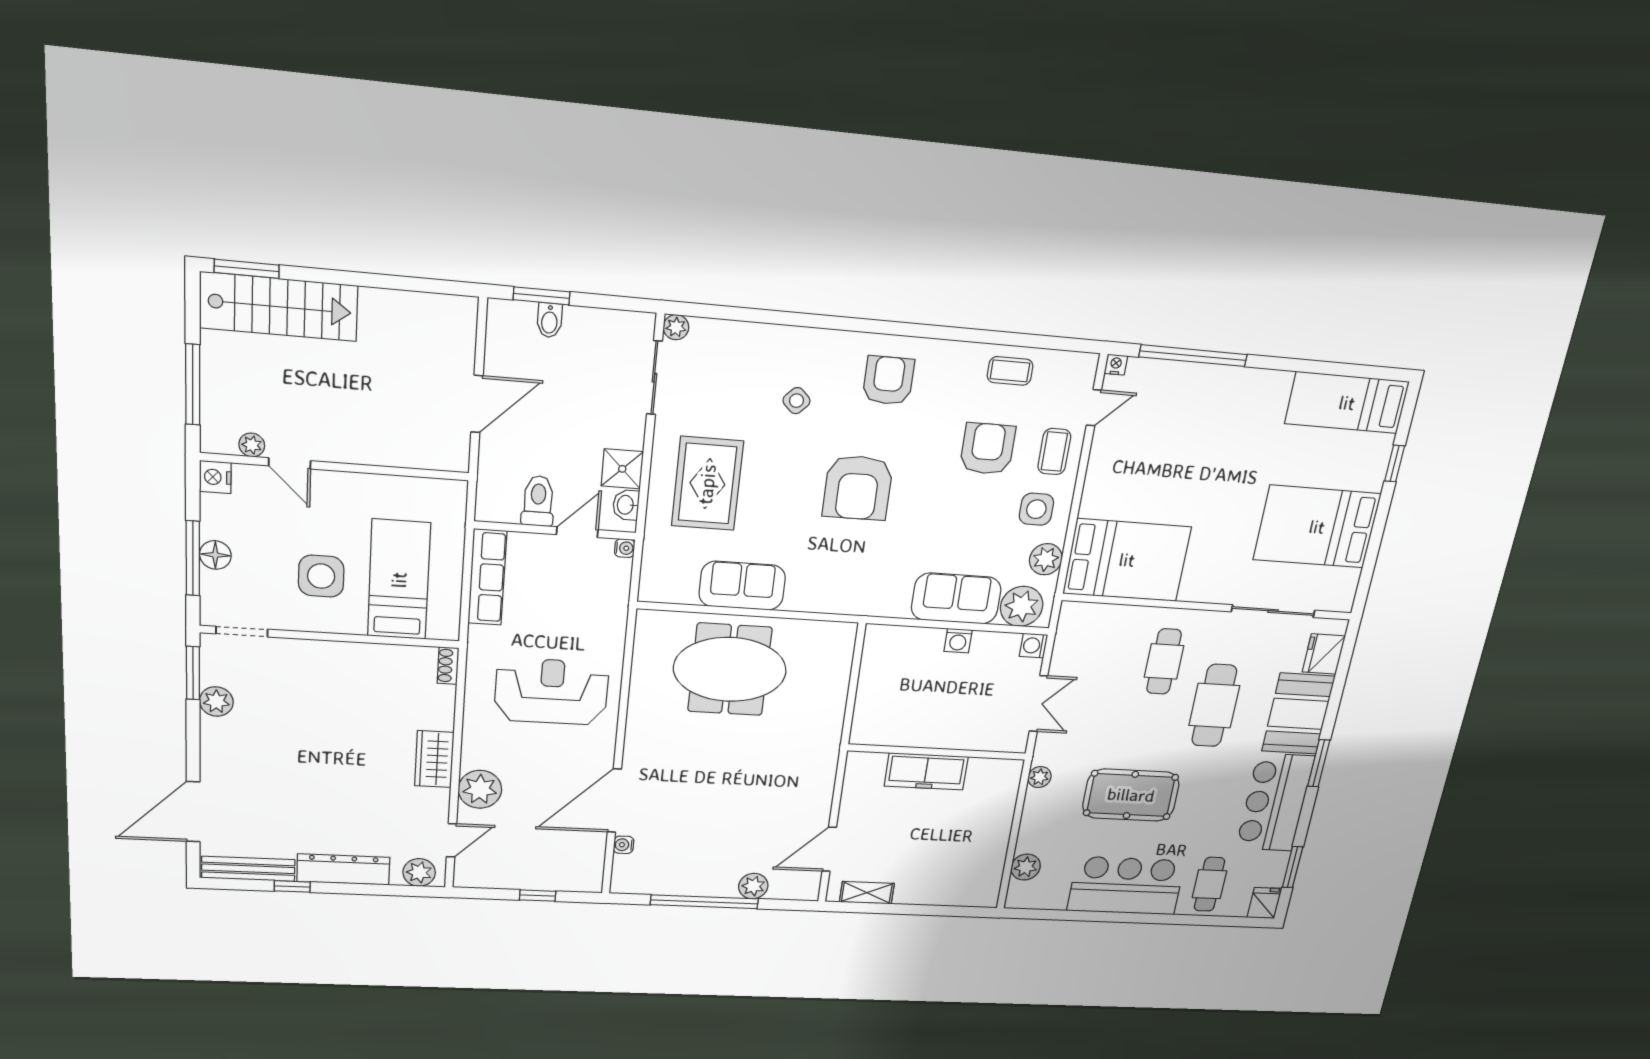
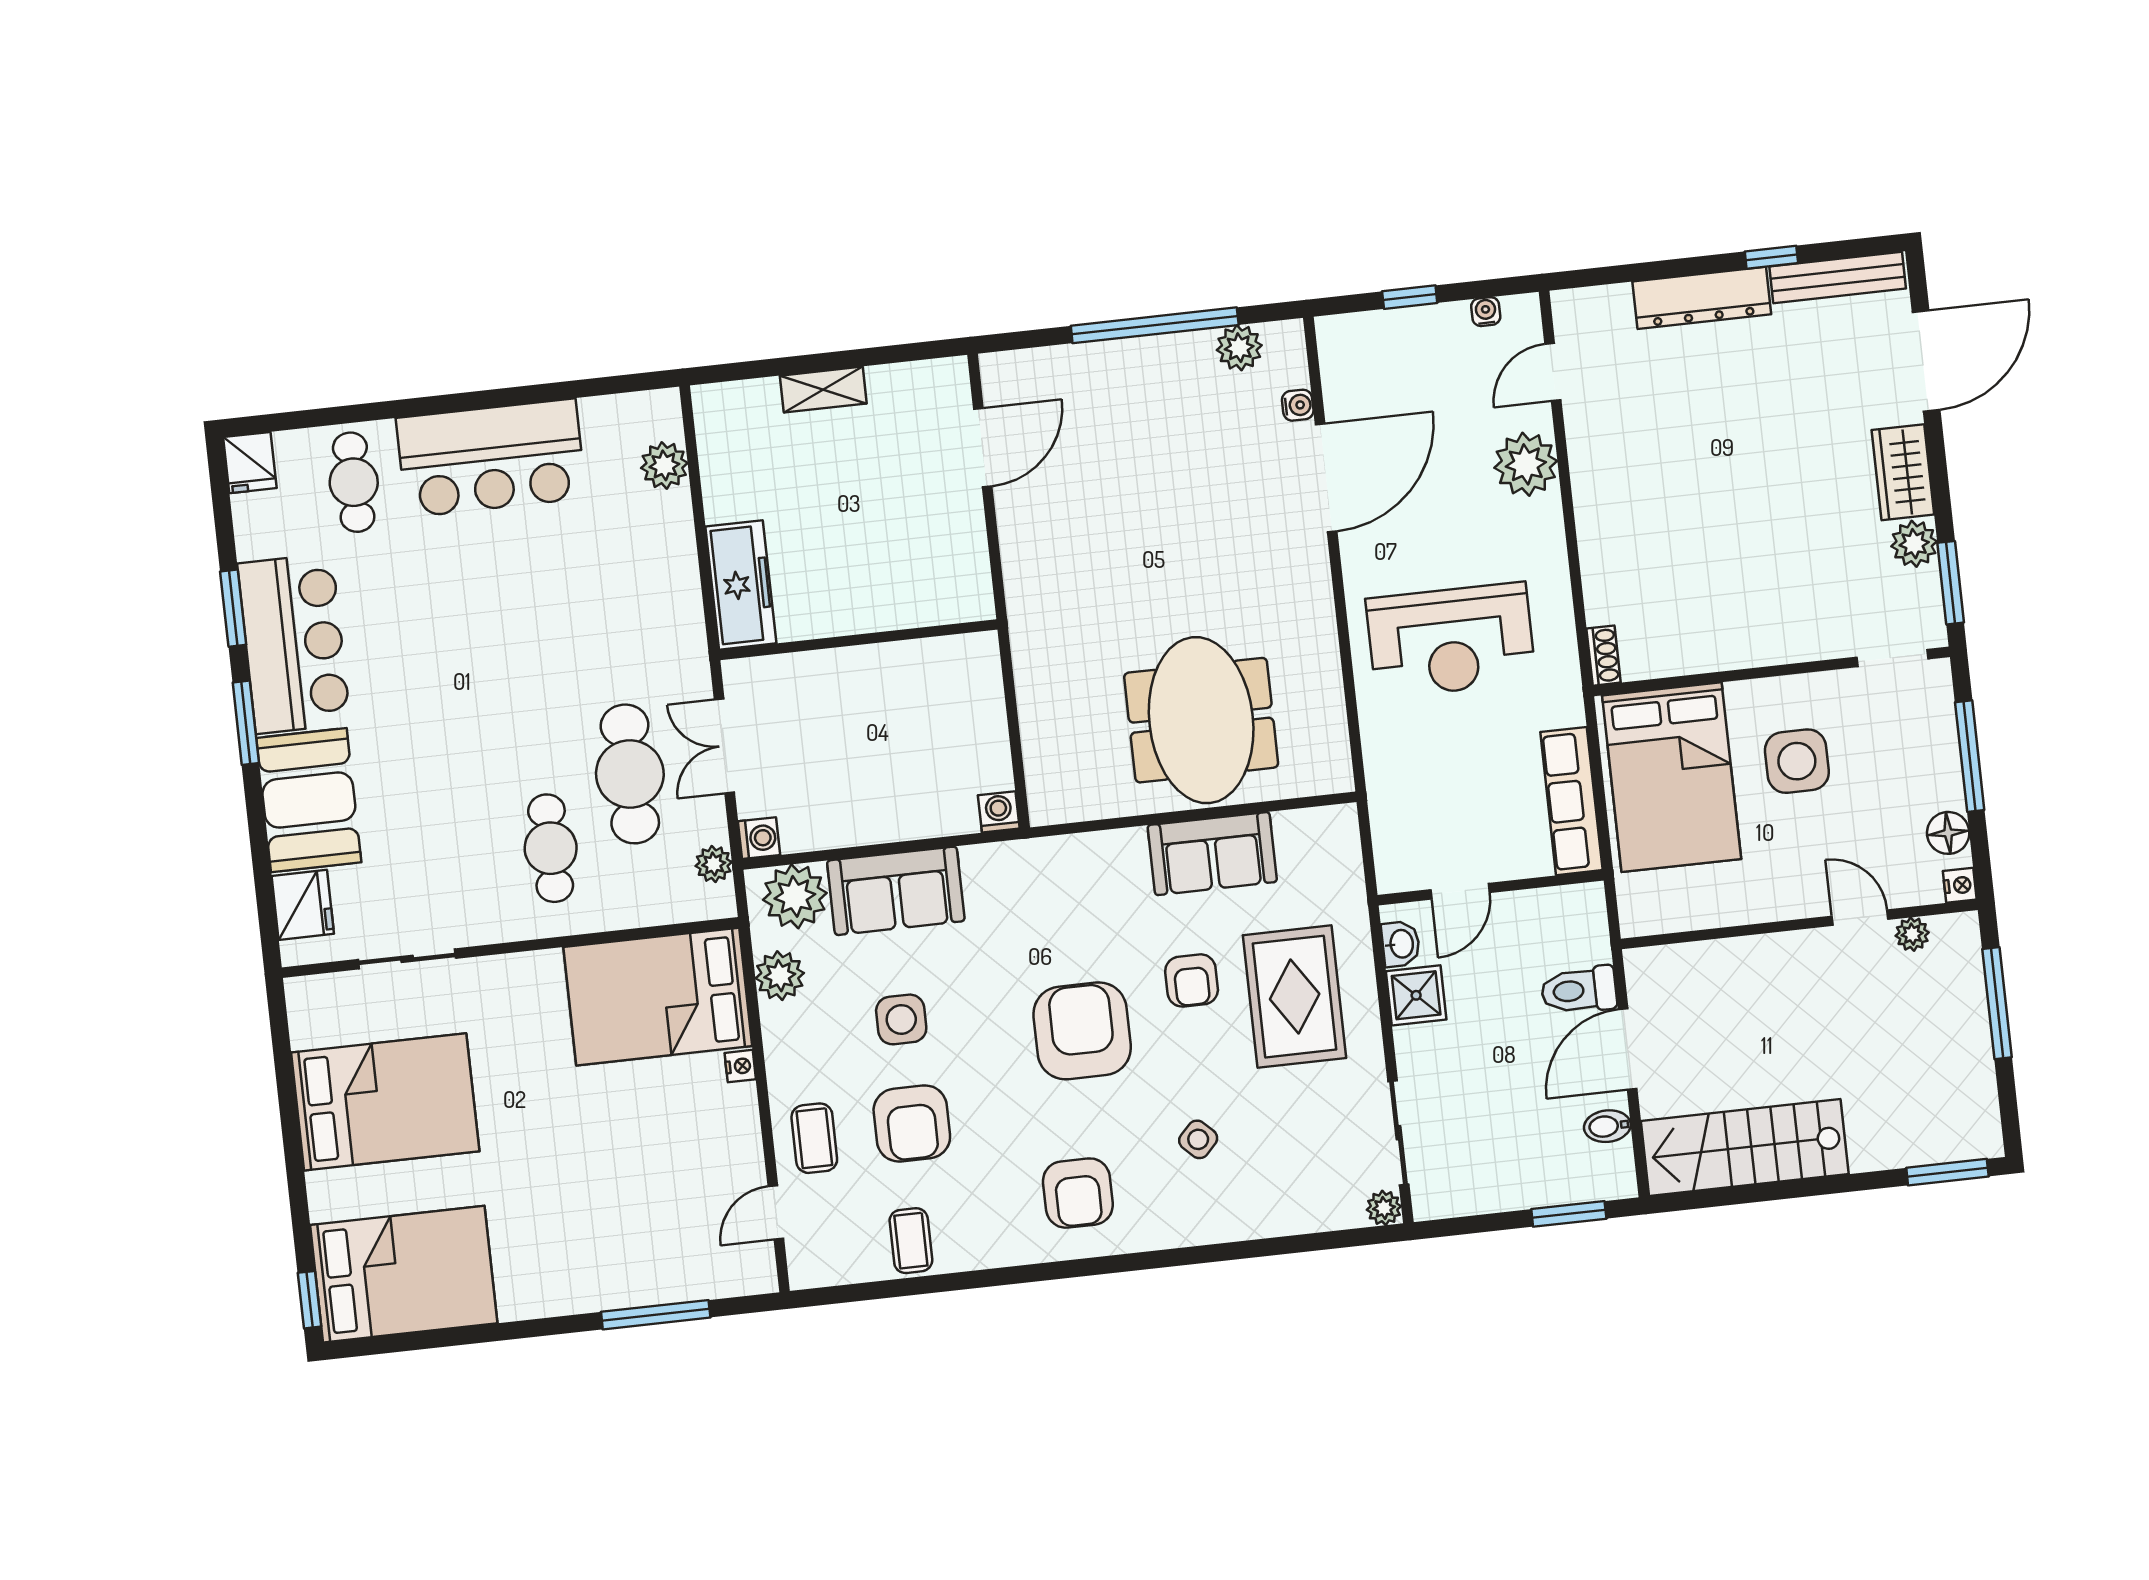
stairs: (279, 307) -> (1745, 1148), moved
bidet: (549, 320) -> (1607, 1126), moved, turned -90
window: (1193, 356) -> (656, 1315), width x0.68
nightstand: (1116, 365) -> (740, 1066), moved, turned -90
coffee table: (1010, 371) -> (911, 1241), turned 90
bed: (1347, 403) -> (404, 1274), width x1.50
window: (1395, 463) -> (310, 1300), moved
nightstand: (215, 477) -> (1960, 885), width x0.72, depth x0.74
toilet: (538, 501) -> (1579, 990), moved, turned 90
armchair: (776, 507) -> (1192, 980), added
side table: (1036, 509) -> (901, 1019), moved
water cooler: (625, 548) -> (1486, 312), moved, turned 90
floor lamp: (215, 555) -> (1948, 833), moved
bed: (399, 580) -> (1672, 777), width x1.50
sliding door: (1273, 611) -> (407, 959), width x0.73
washing machine: (958, 641) -> (999, 812), moved
meeting table: (730, 669) -> (1201, 720), turned 90
cafe table: (1214, 706) -> (630, 774), moved
wardrobe: (434, 759) -> (1903, 472), moved, turned 180
freezer: (926, 771) -> (741, 585), moved, turned 90
plant: (1040, 777) -> (714, 864), moved
pool table: (1131, 795) -> (533, 618), removed
window: (1292, 867) -> (233, 608), moved
plant: (419, 872) -> (1591, 310), removed
plant: (753, 886) -> (1239, 348), moved
shelving: (867, 893) -> (823, 390), moved

